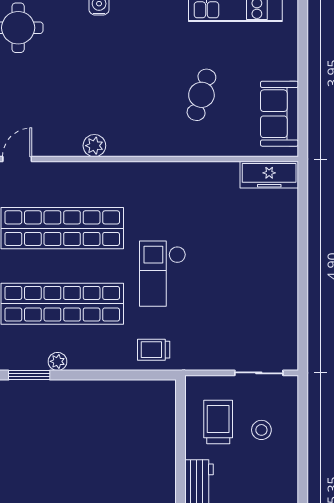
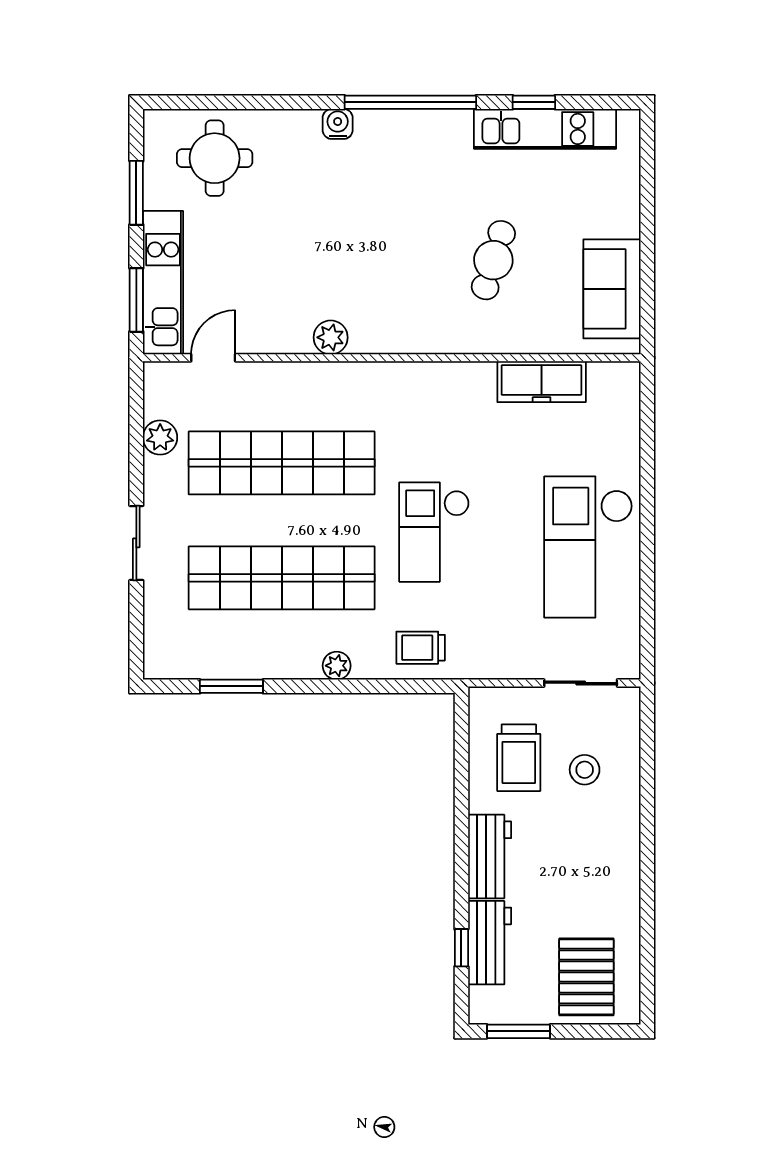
freezer: (269, 175) -> (542, 382), moved
checkout: (264, 283) -> (588, 547), added
plant: (57, 361) -> (337, 666), moved
trolley: (218, 422) -> (519, 758), turned 180

